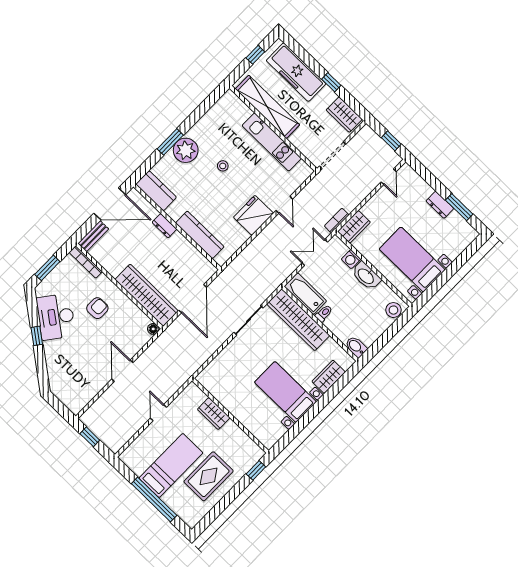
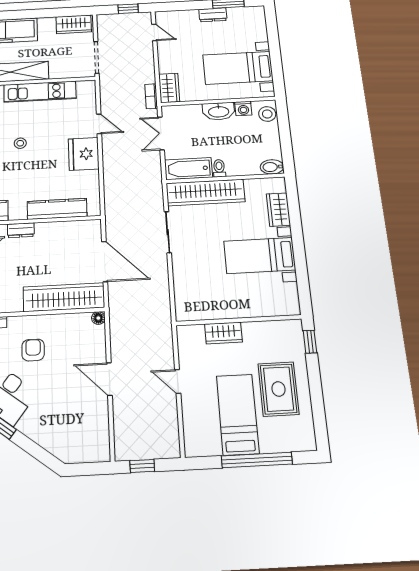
window: (331, 82) -> (40, 13), removed
washing machine: (351, 259) -> (243, 108), moved

